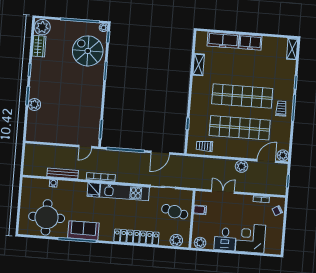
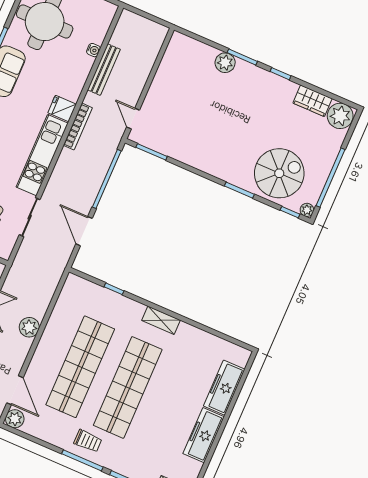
freezer: (250, 42) -> (204, 435), width x1.40
shelving: (199, 65) -> (161, 320), moved
trolley: (204, 146) -> (71, 303), removed
plant: (241, 166) -> (29, 327), moved

